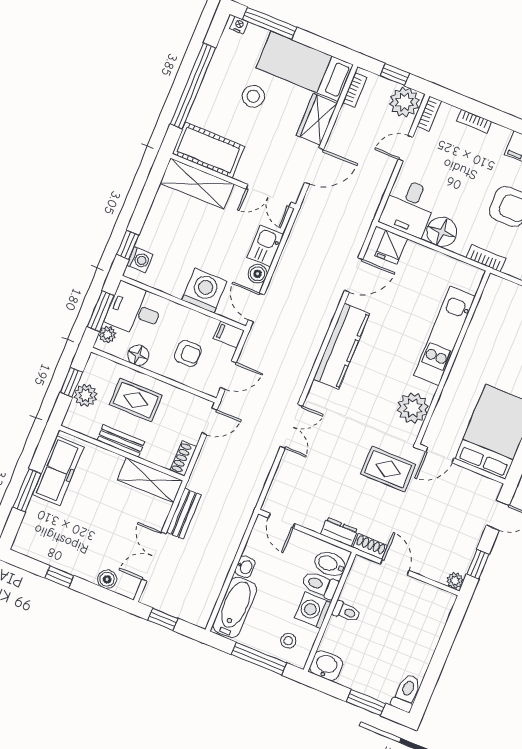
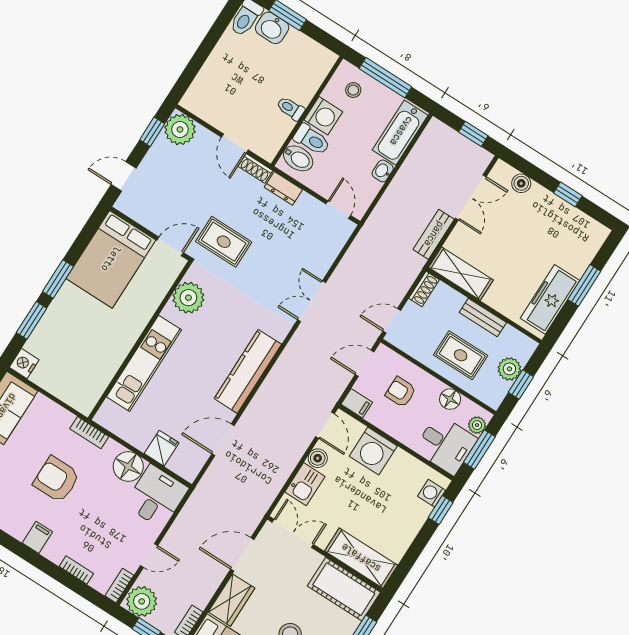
fridge: (391, 247) -> (162, 448), moved
plant: (455, 581) -> (180, 129), width x1.88, depth x1.88
washbasin: (326, 666) -> (272, 28), moved

